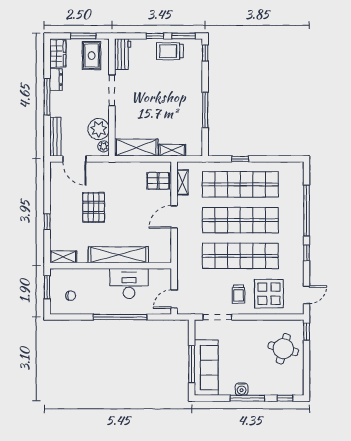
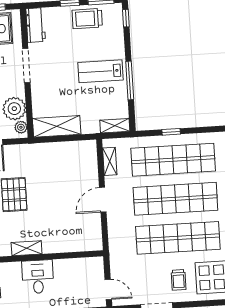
lab bench: (179, 100) -> (101, 71), added
shelving: (172, 150) -> (115, 126), moved
pallet: (158, 181) -> (83, 161), removed
shelving: (118, 255) -> (27, 248), width x0.45, depth x0.75
desk: (129, 283) -> (38, 277), moved, width x0.73
door: (174, 299) -> (108, 290), swing flipped

